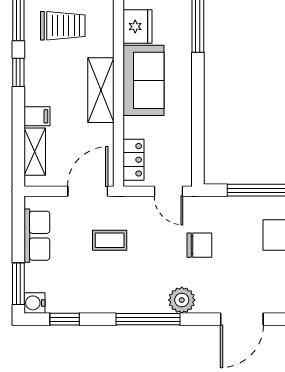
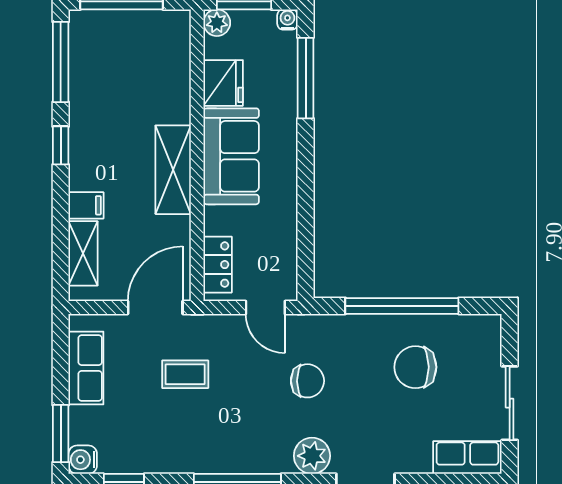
trolley: (63, 26) -> (121, 82), removed
plant: (182, 300) -> (312, 456), moved

